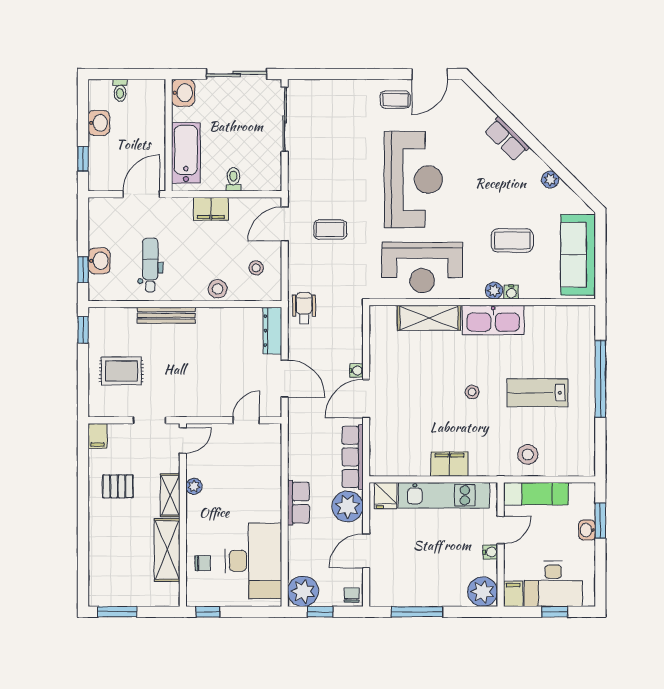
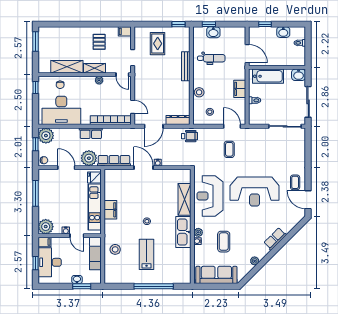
bookcase: (273, 463) -> (111, 120), added

